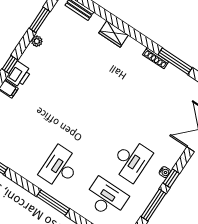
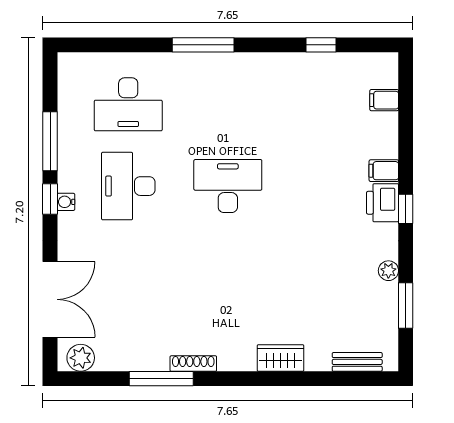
desk: (60, 167) -> (228, 186), moved, turned -90

